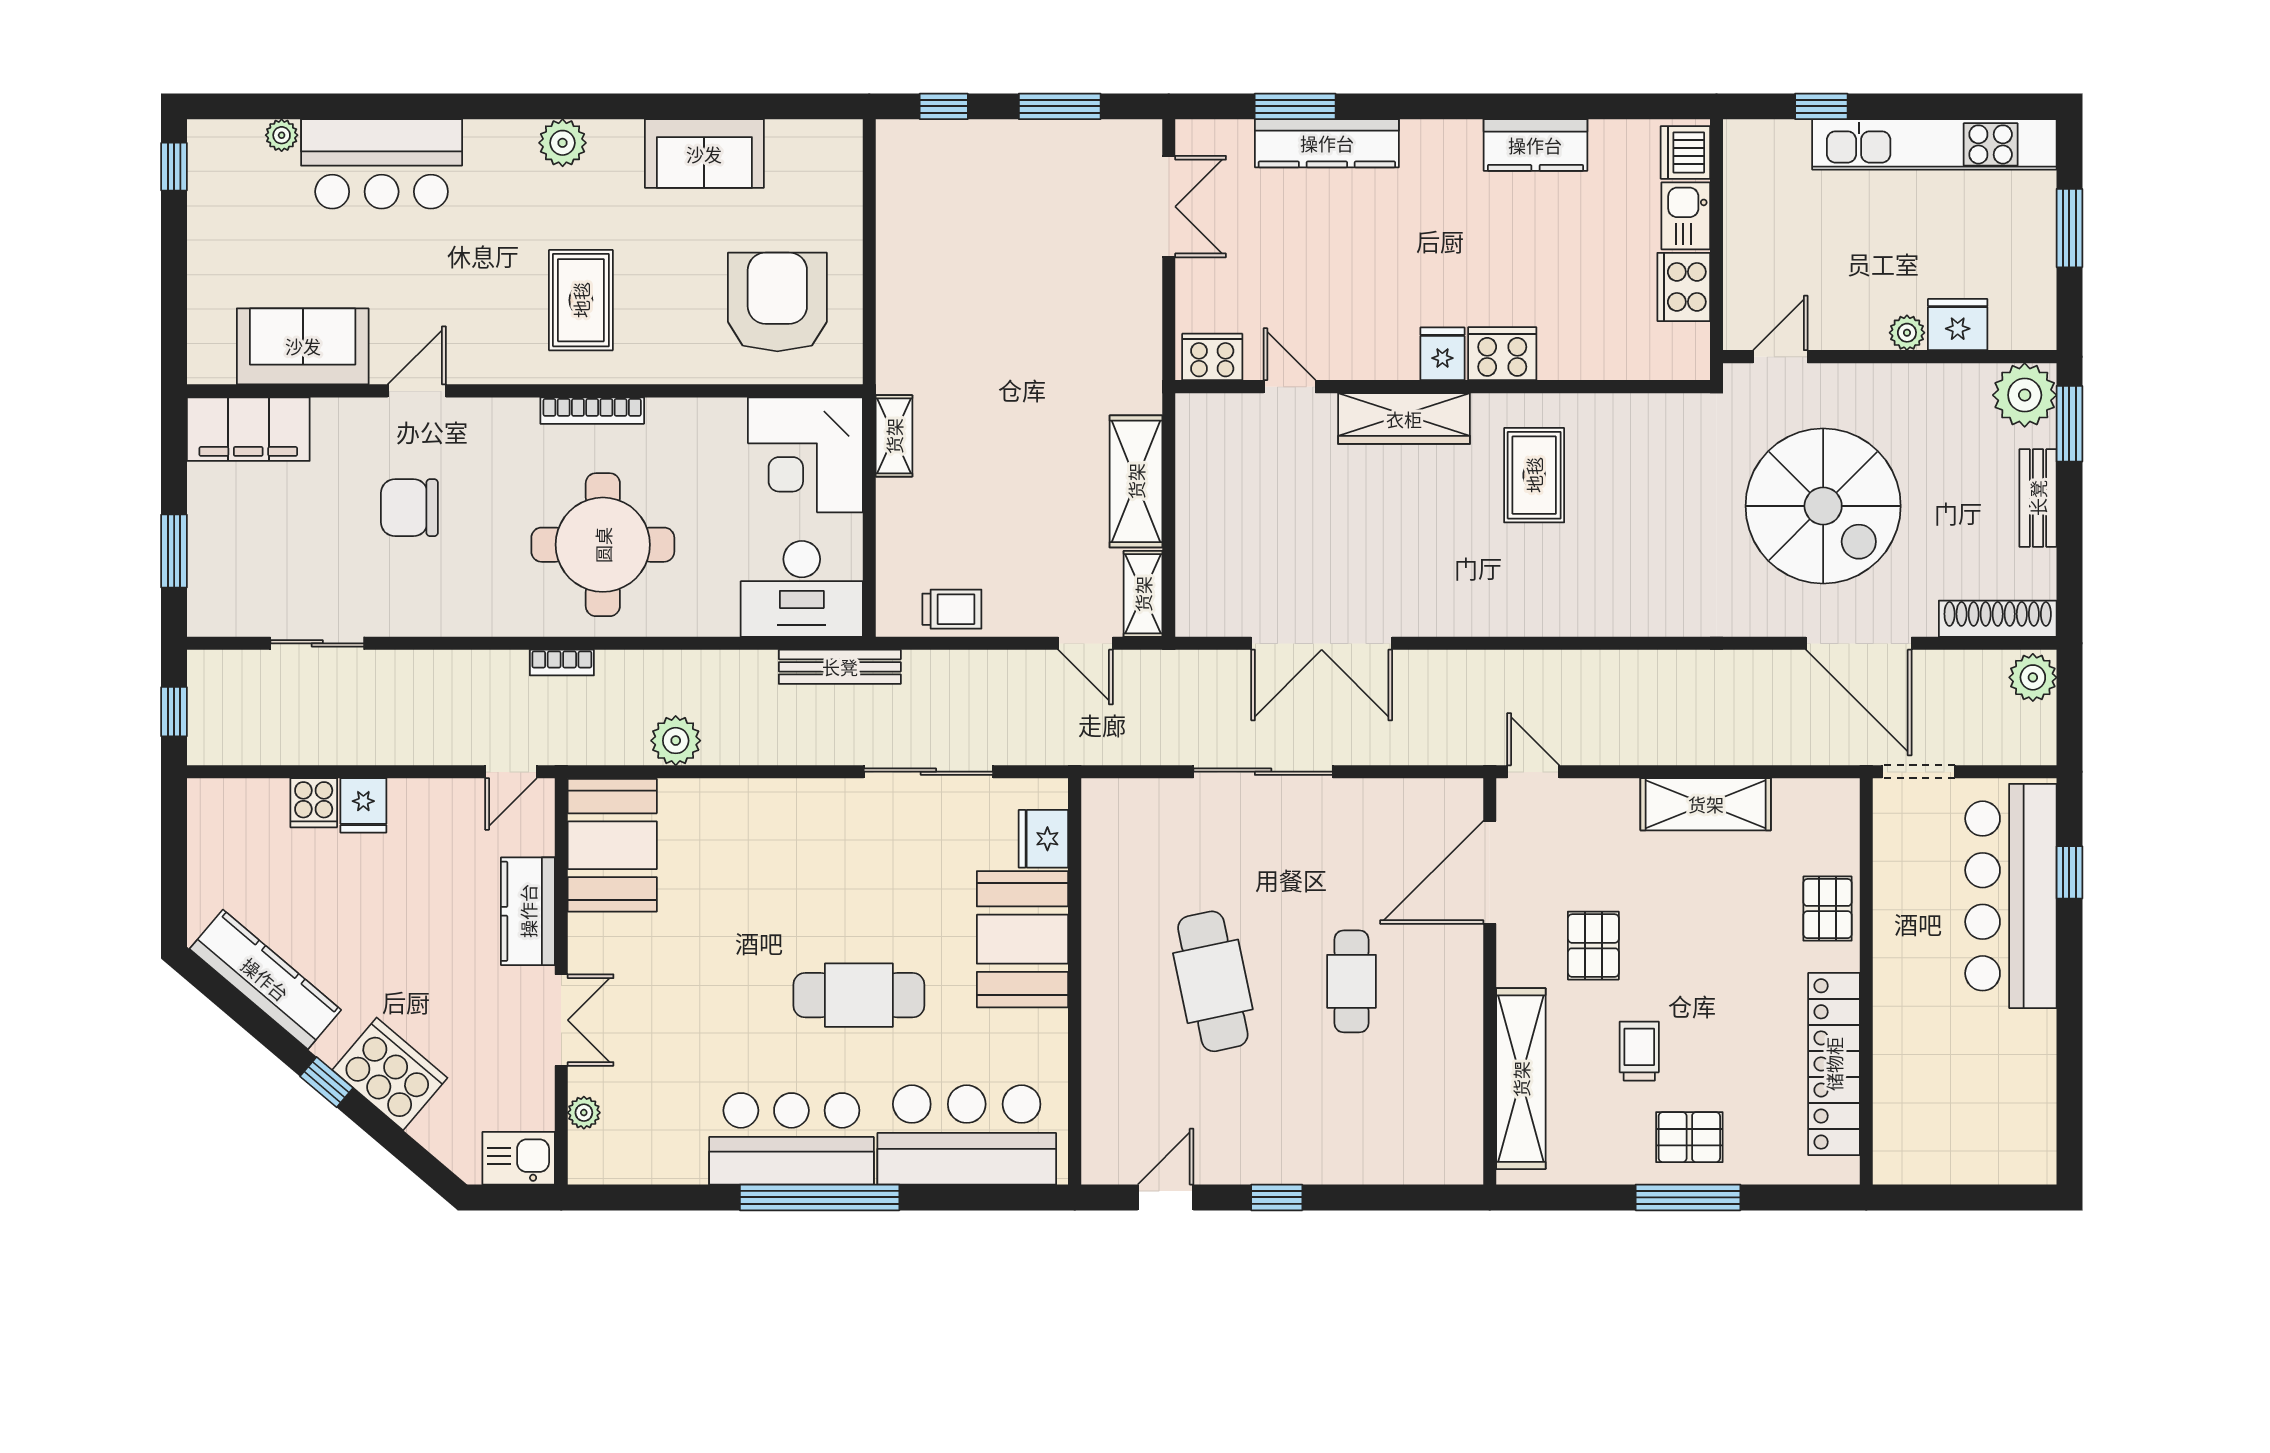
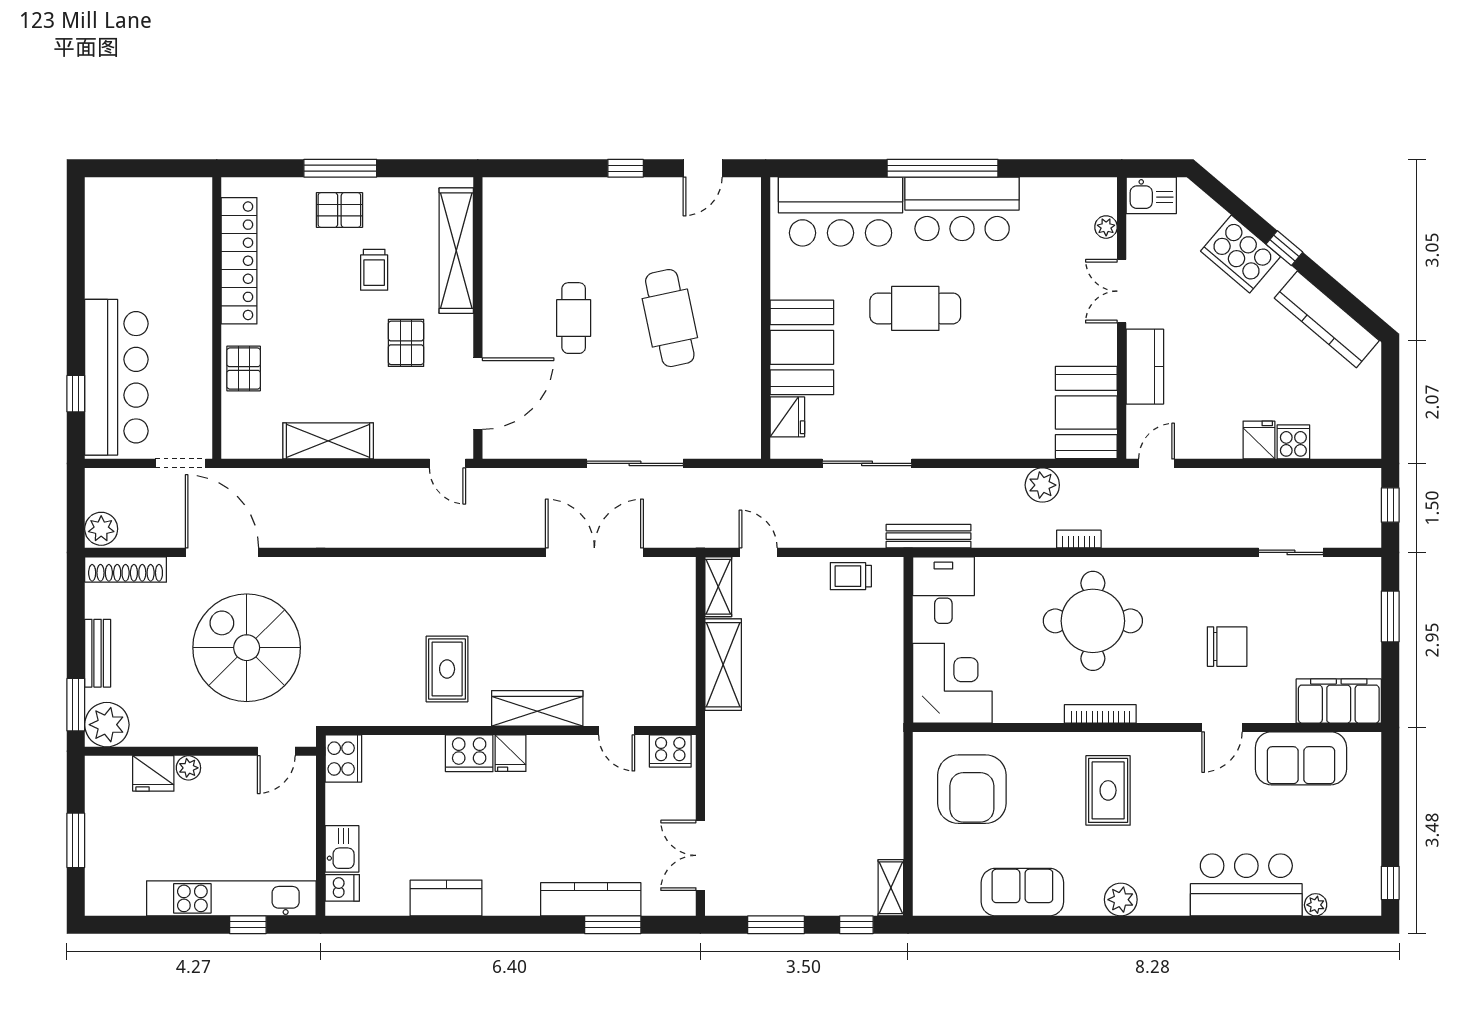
kitchen unit: (1934, 144) -> (231, 898), moved
dishwasher: (1685, 152) -> (342, 888), width x0.73
cooker: (1684, 287) -> (343, 759), moved
shelving: (894, 436) -> (891, 888), moved
desk: (802, 589) -> (943, 590), width x0.73
bookcase: (562, 663) -> (1079, 539), moved

